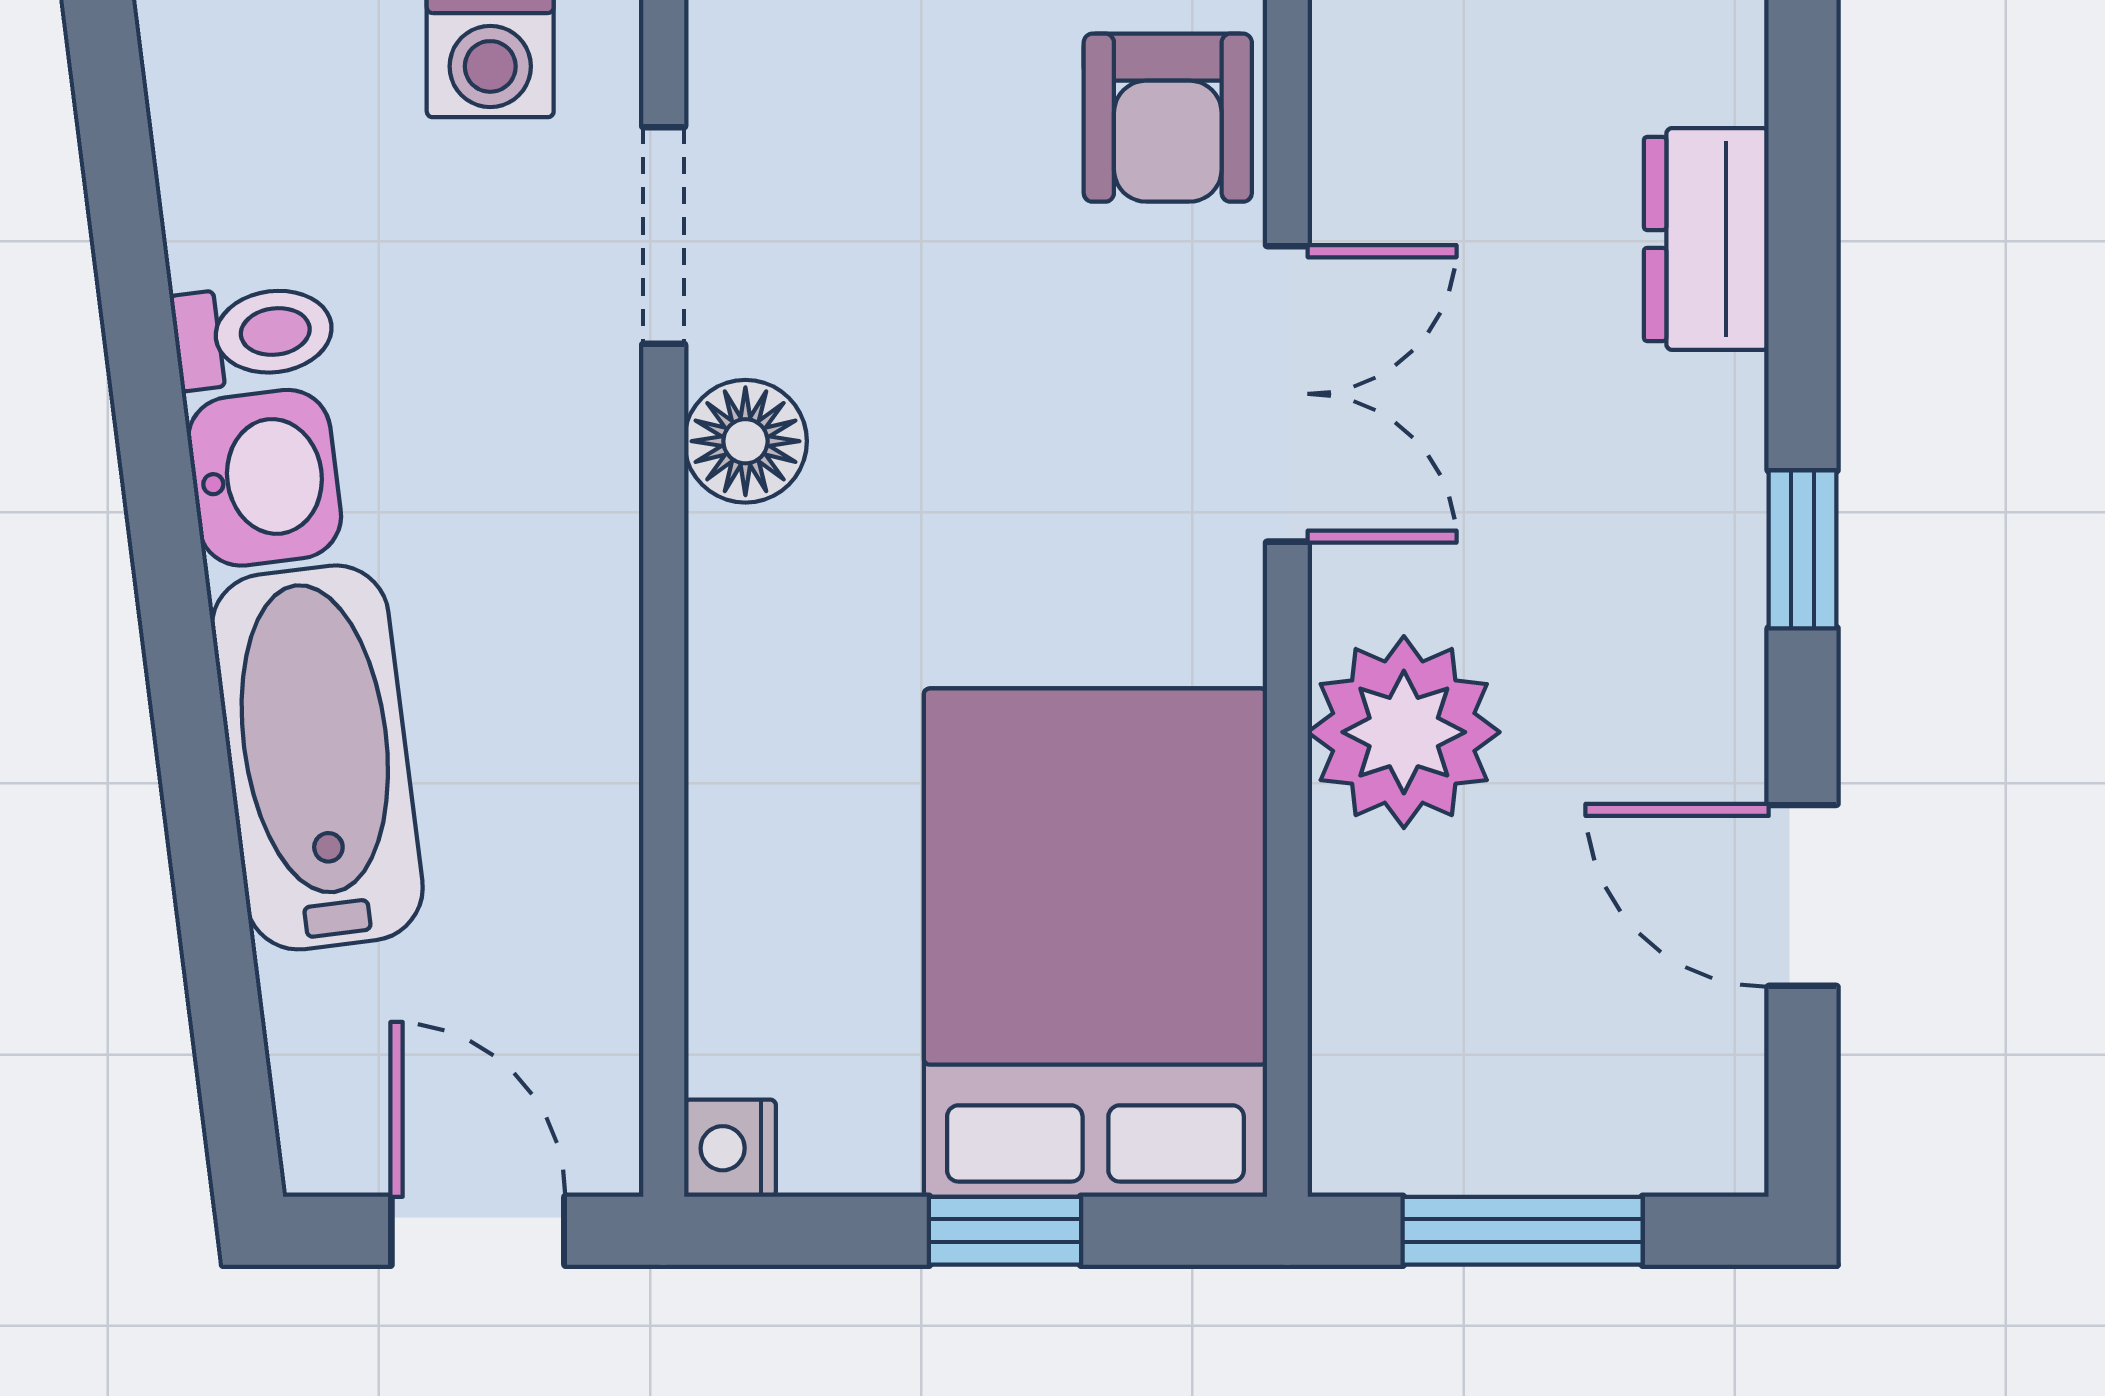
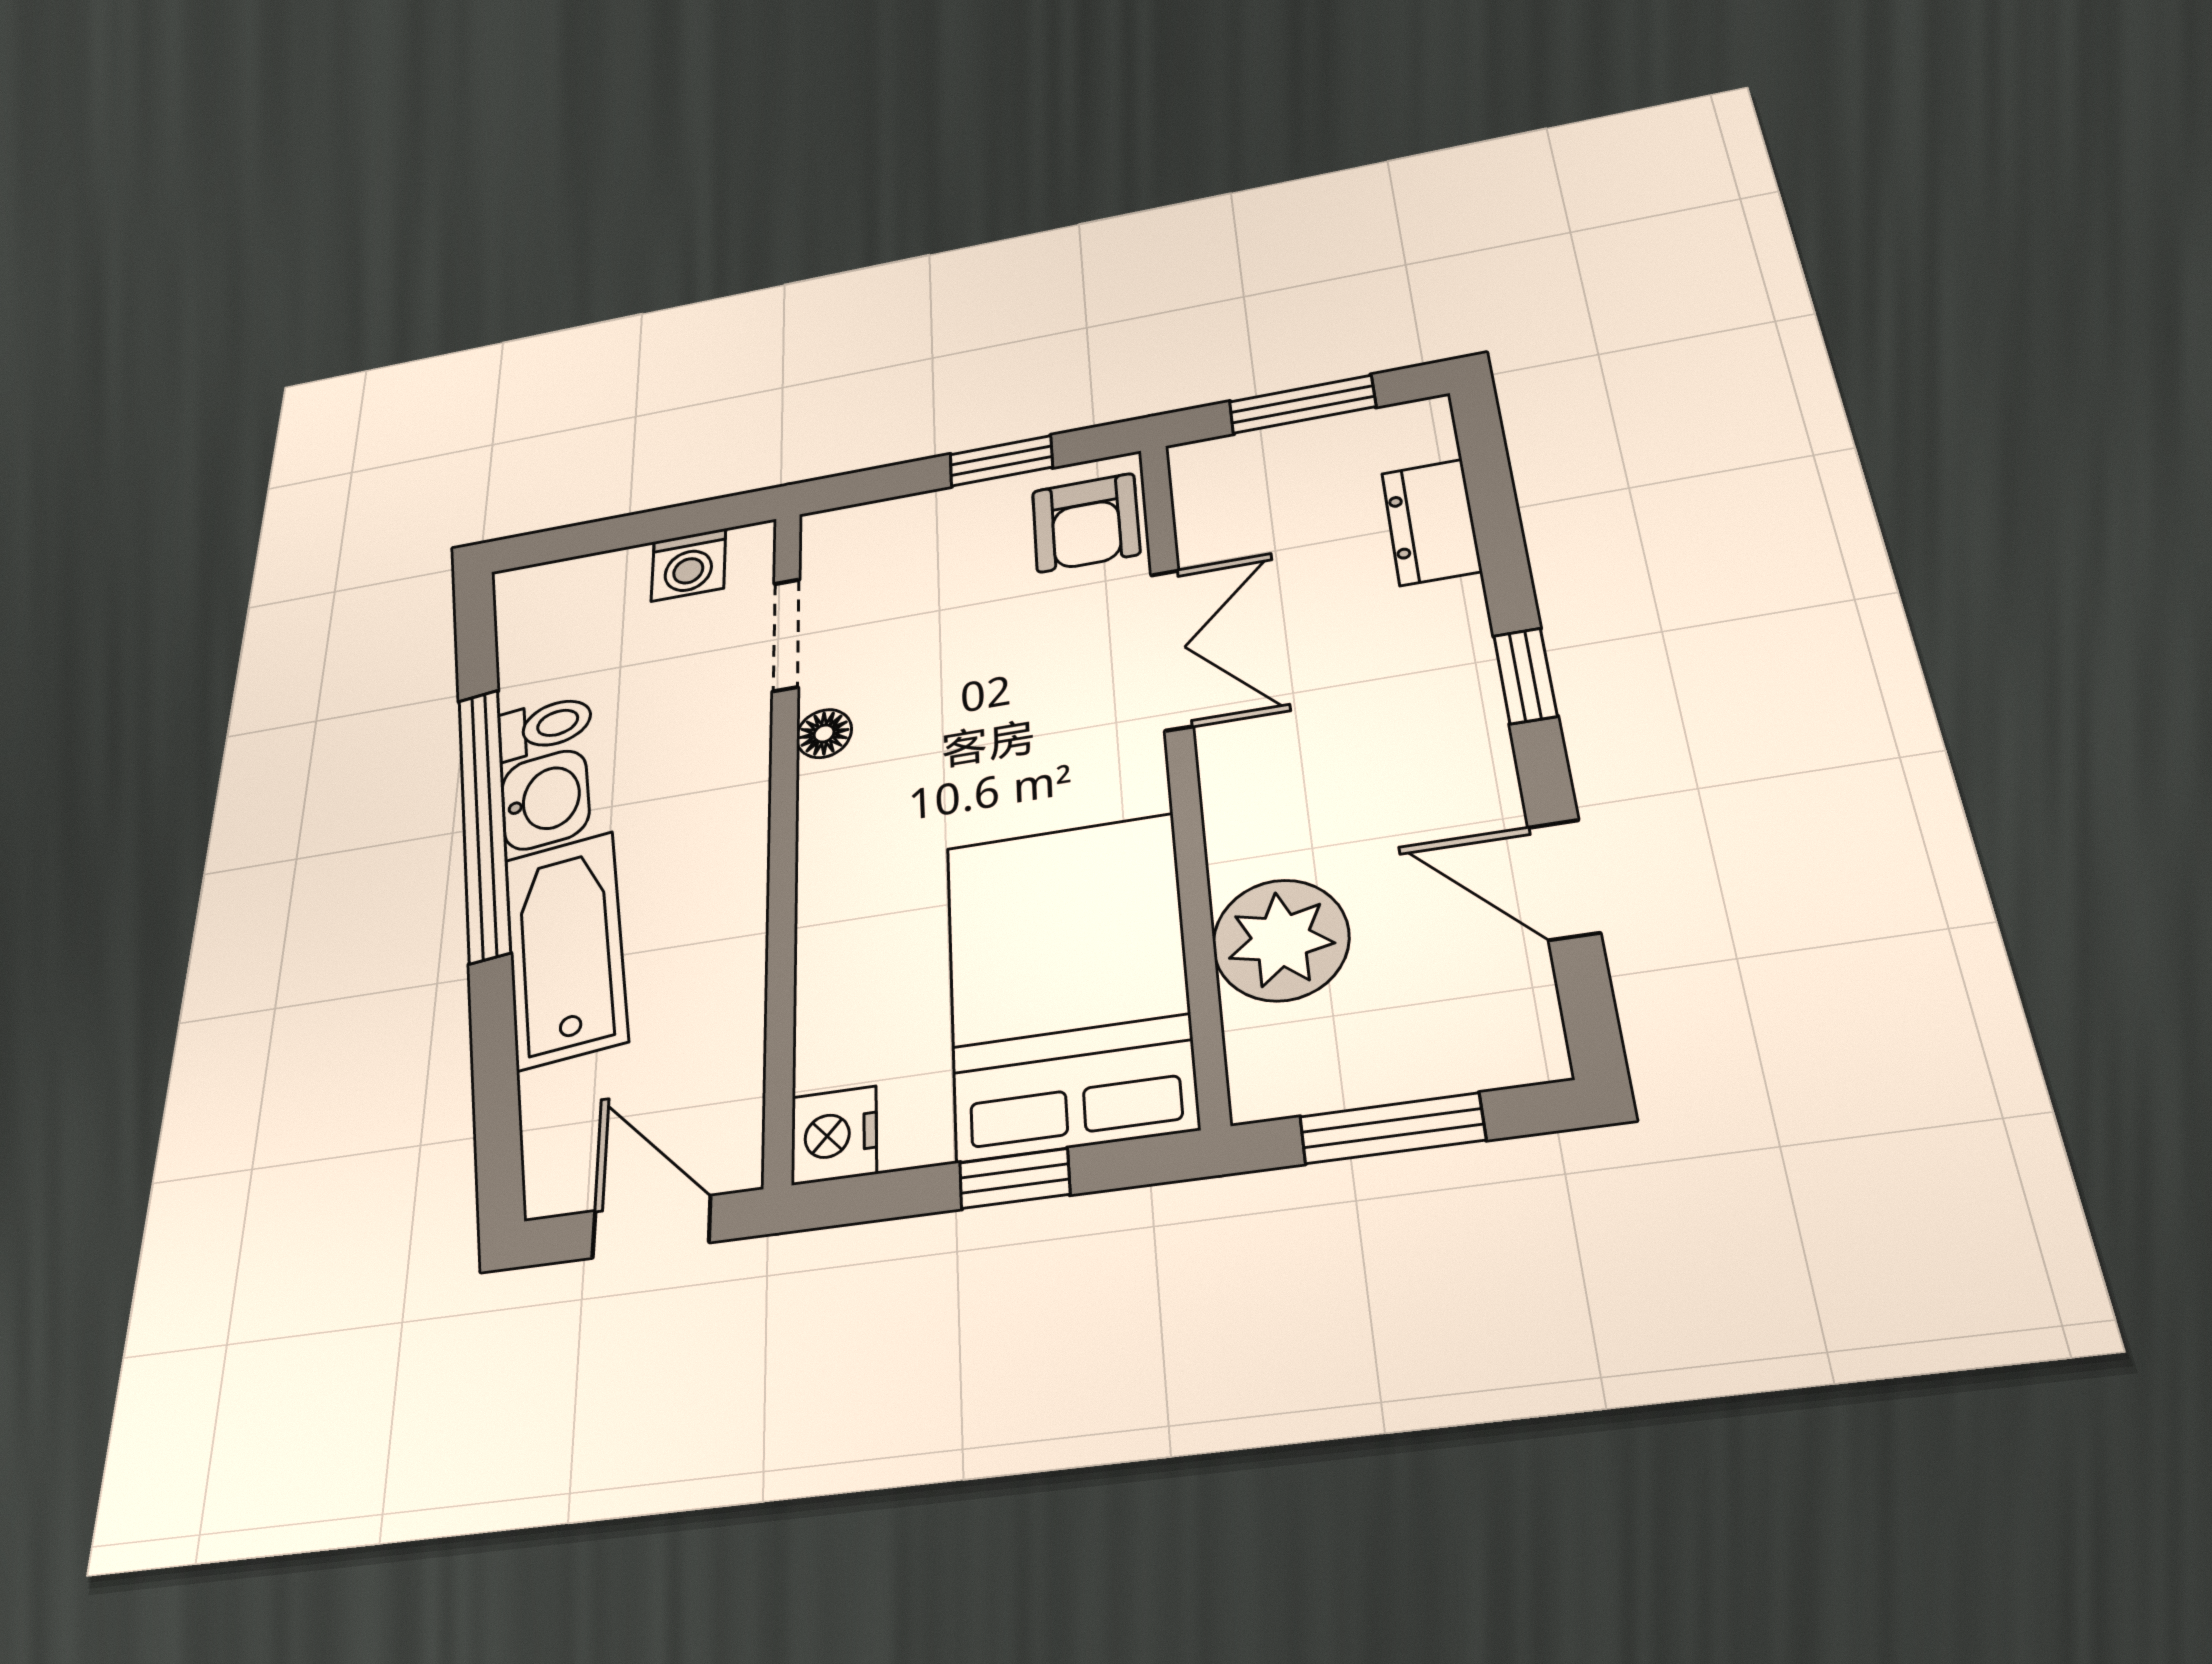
floor lamp: (745, 441) -> (824, 734), width x0.73, depth x0.73
window: (161, 502) -> (484, 823), added
plant: (1404, 732) -> (1281, 940), moved
nightstand: (730, 1148) -> (834, 1135), width x1.39, depth x1.35

